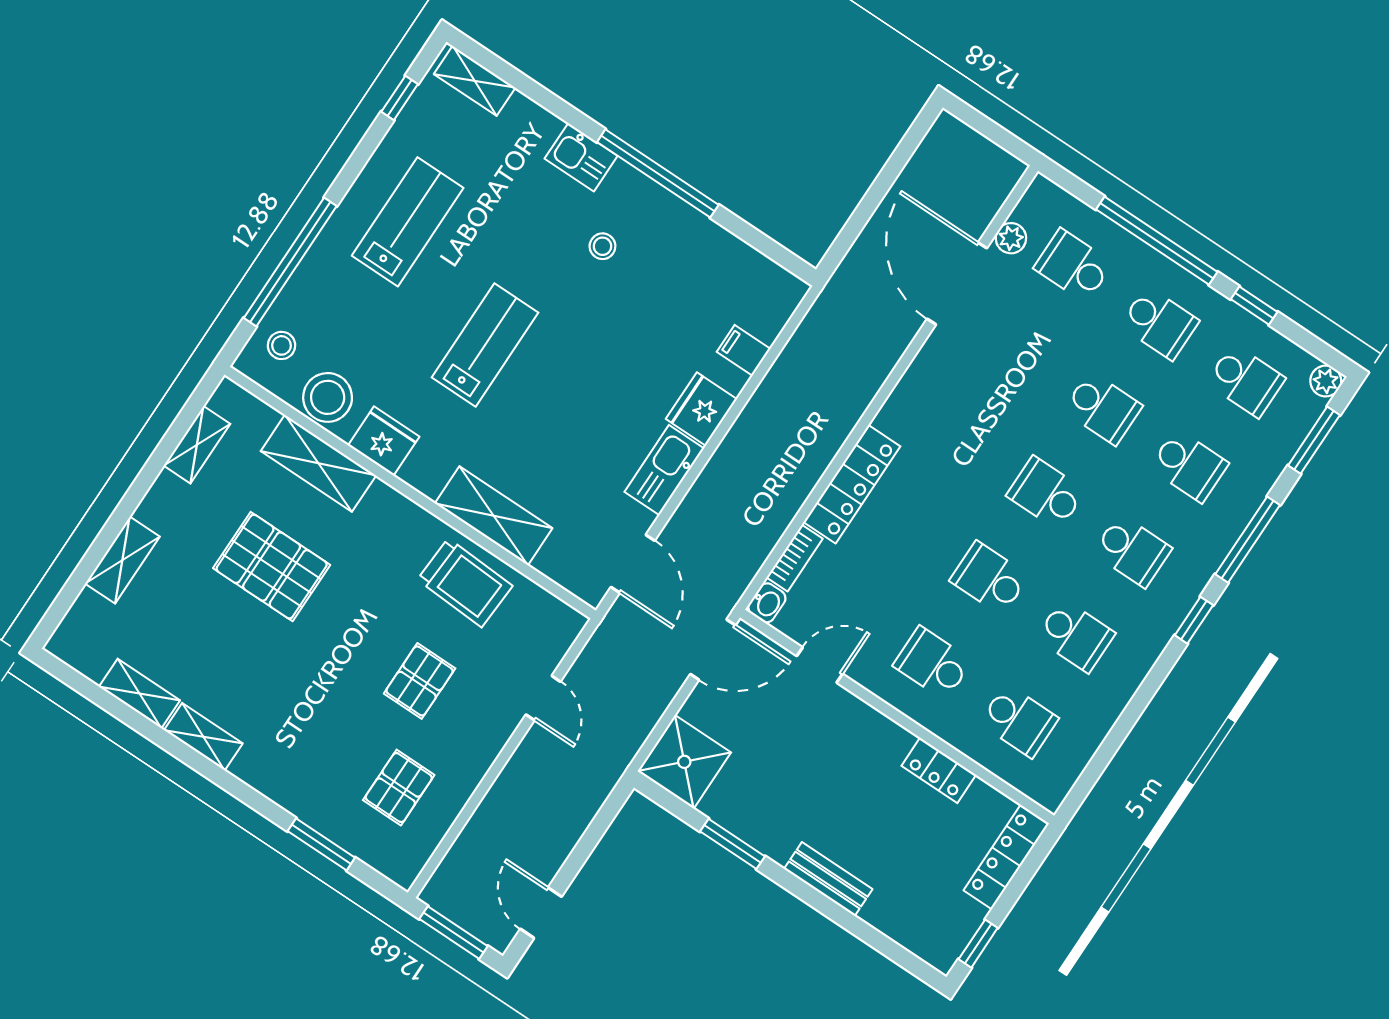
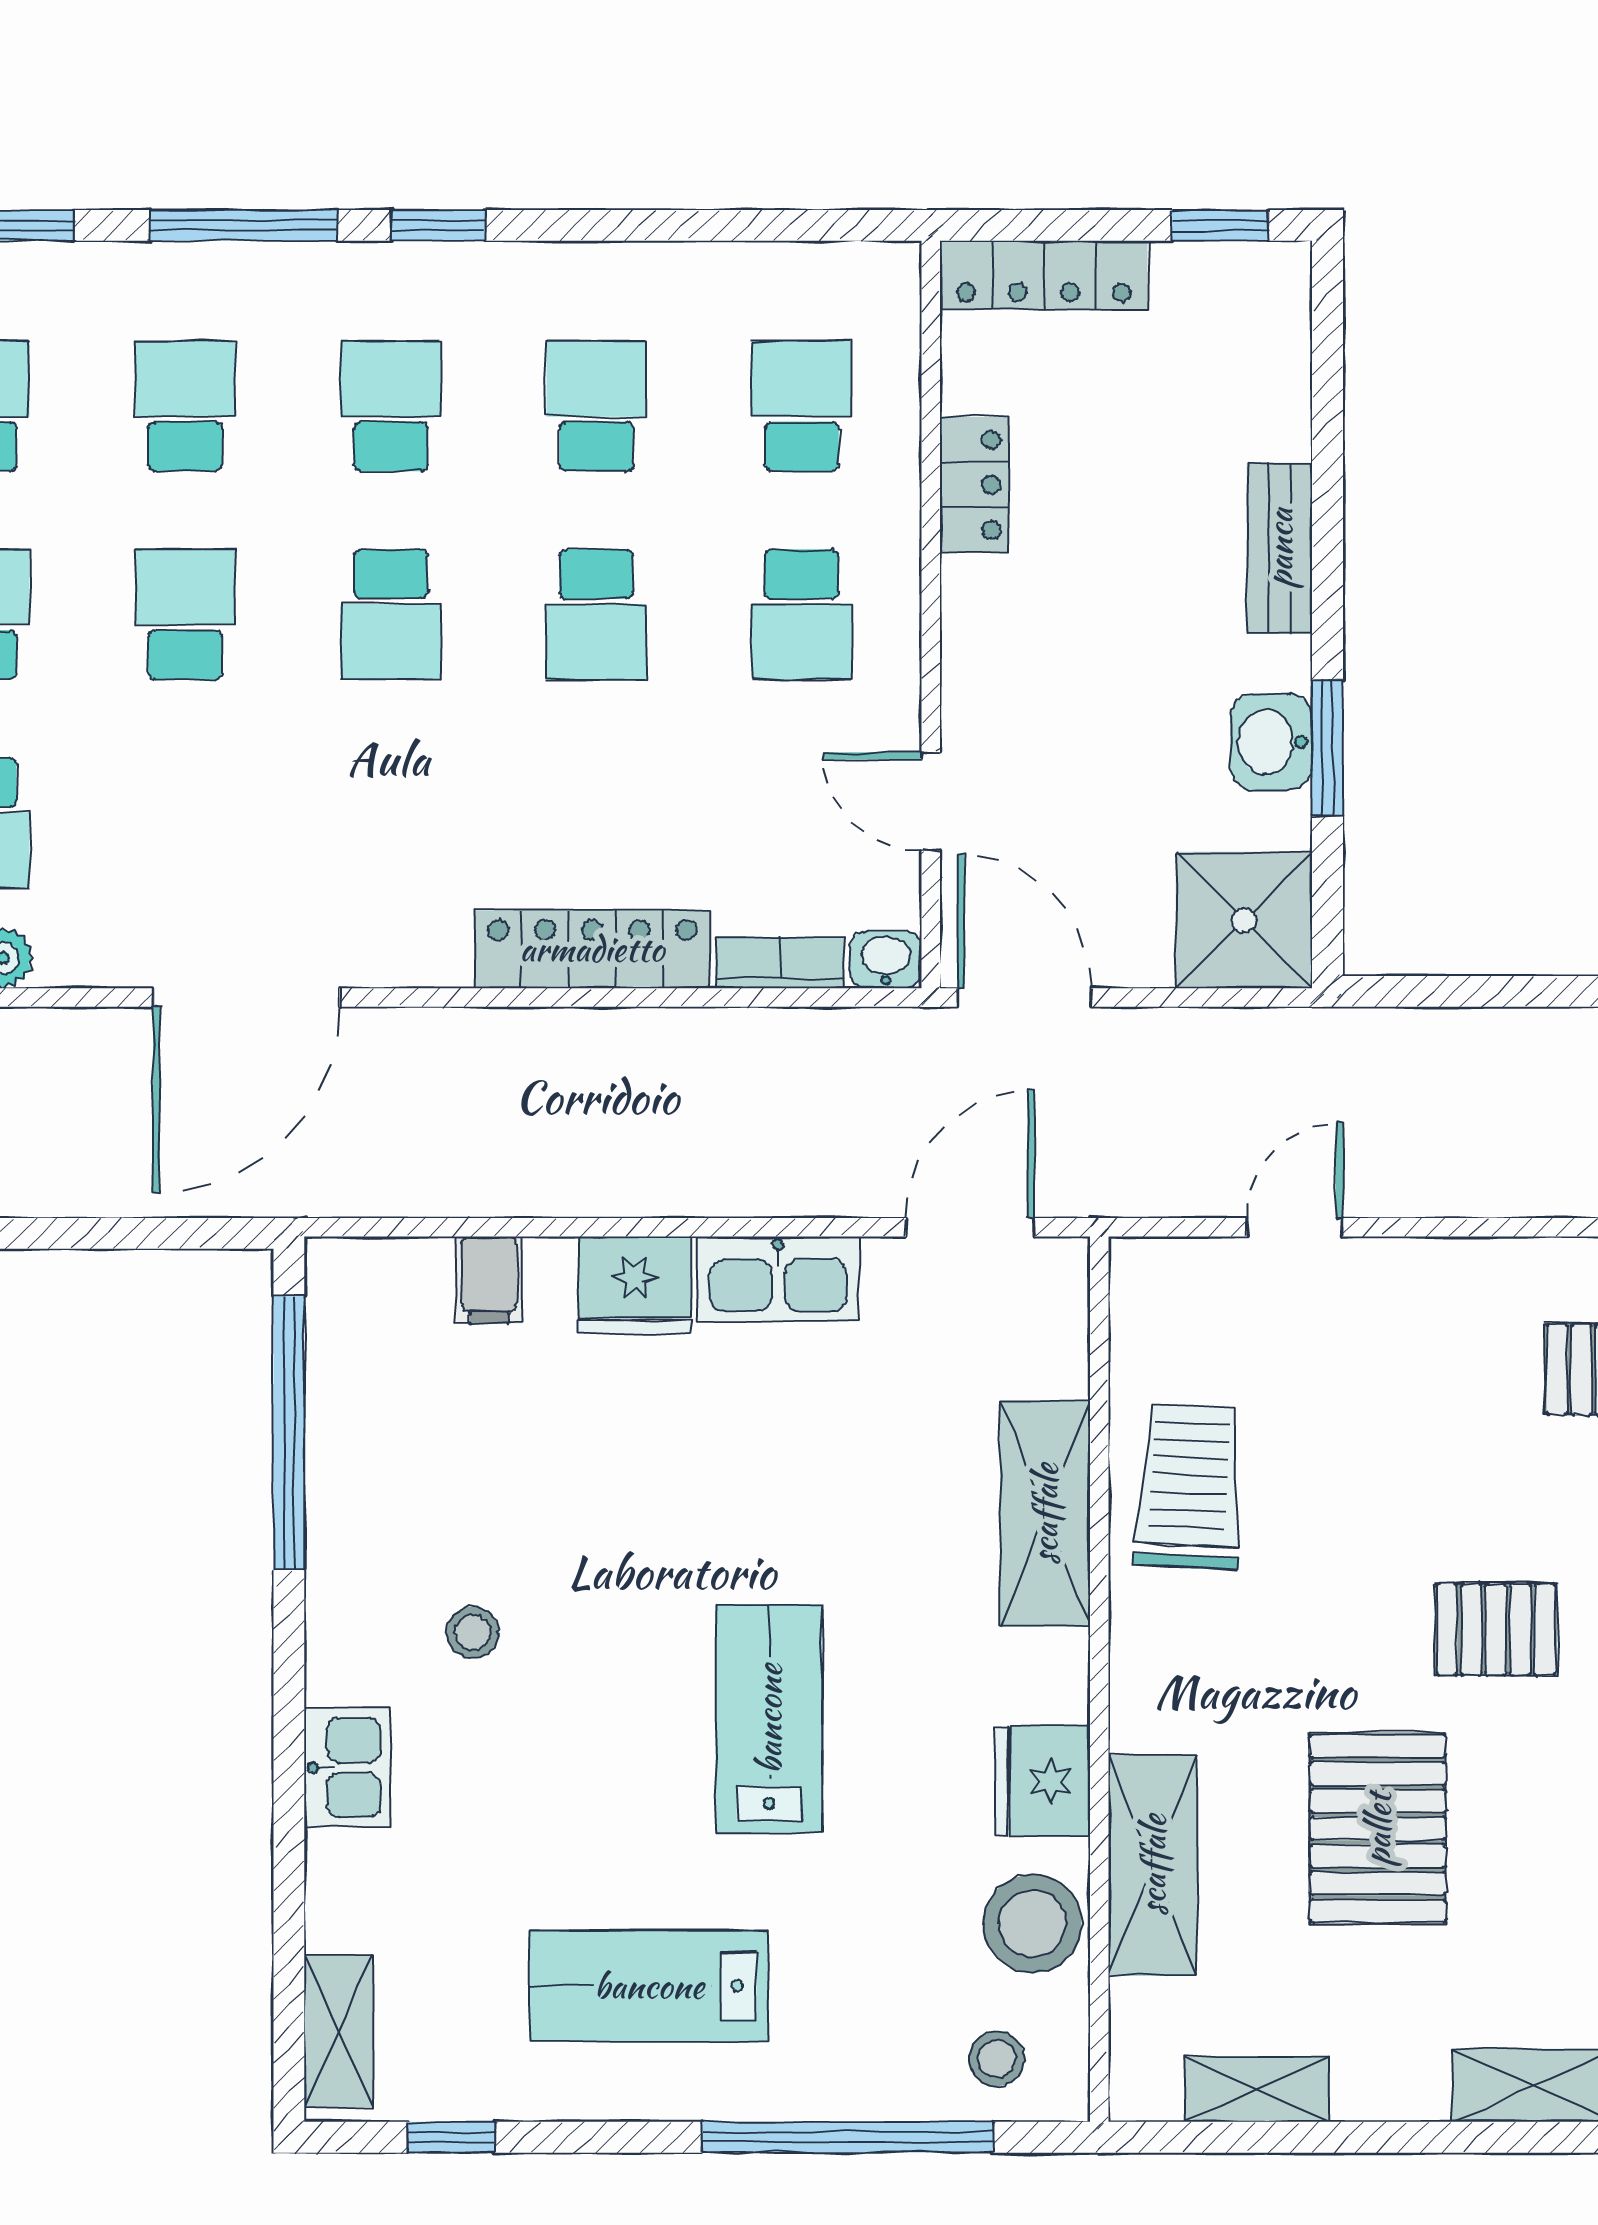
window: (658, 173) -> (289, 1433), moved
door: (957, 284) -> (246, 998), moved
lab bench: (485, 345) -> (769, 1719), turned 90
pallet: (420, 681) -> (1496, 1629), moved
washbasin: (750, 822) -> (1271, 742), added

